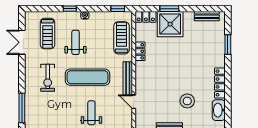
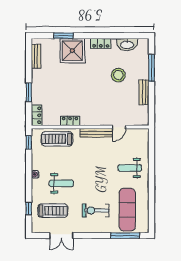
window: (70, 9) -> (29, 208), moved
shower: (170, 24) -> (72, 51), moved
weight bench: (76, 42) -> (61, 183), turned 180
exercise mat: (87, 77) -> (127, 210), moved
exercise bike: (48, 78) -> (96, 210), turned 180
locker: (220, 83) -> (101, 43), width x0.66

